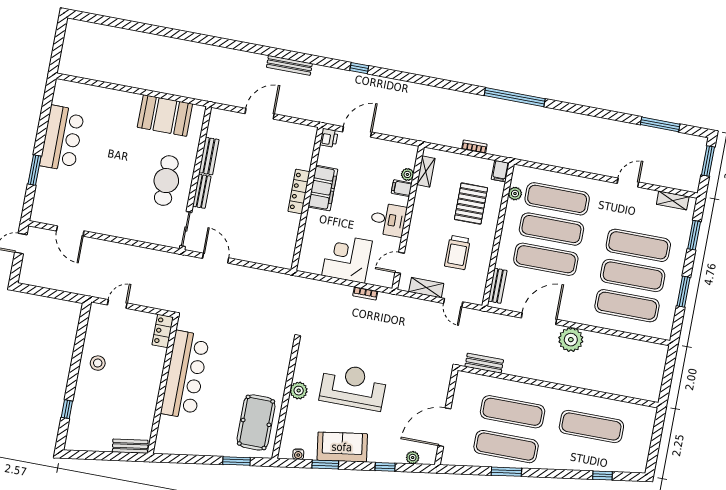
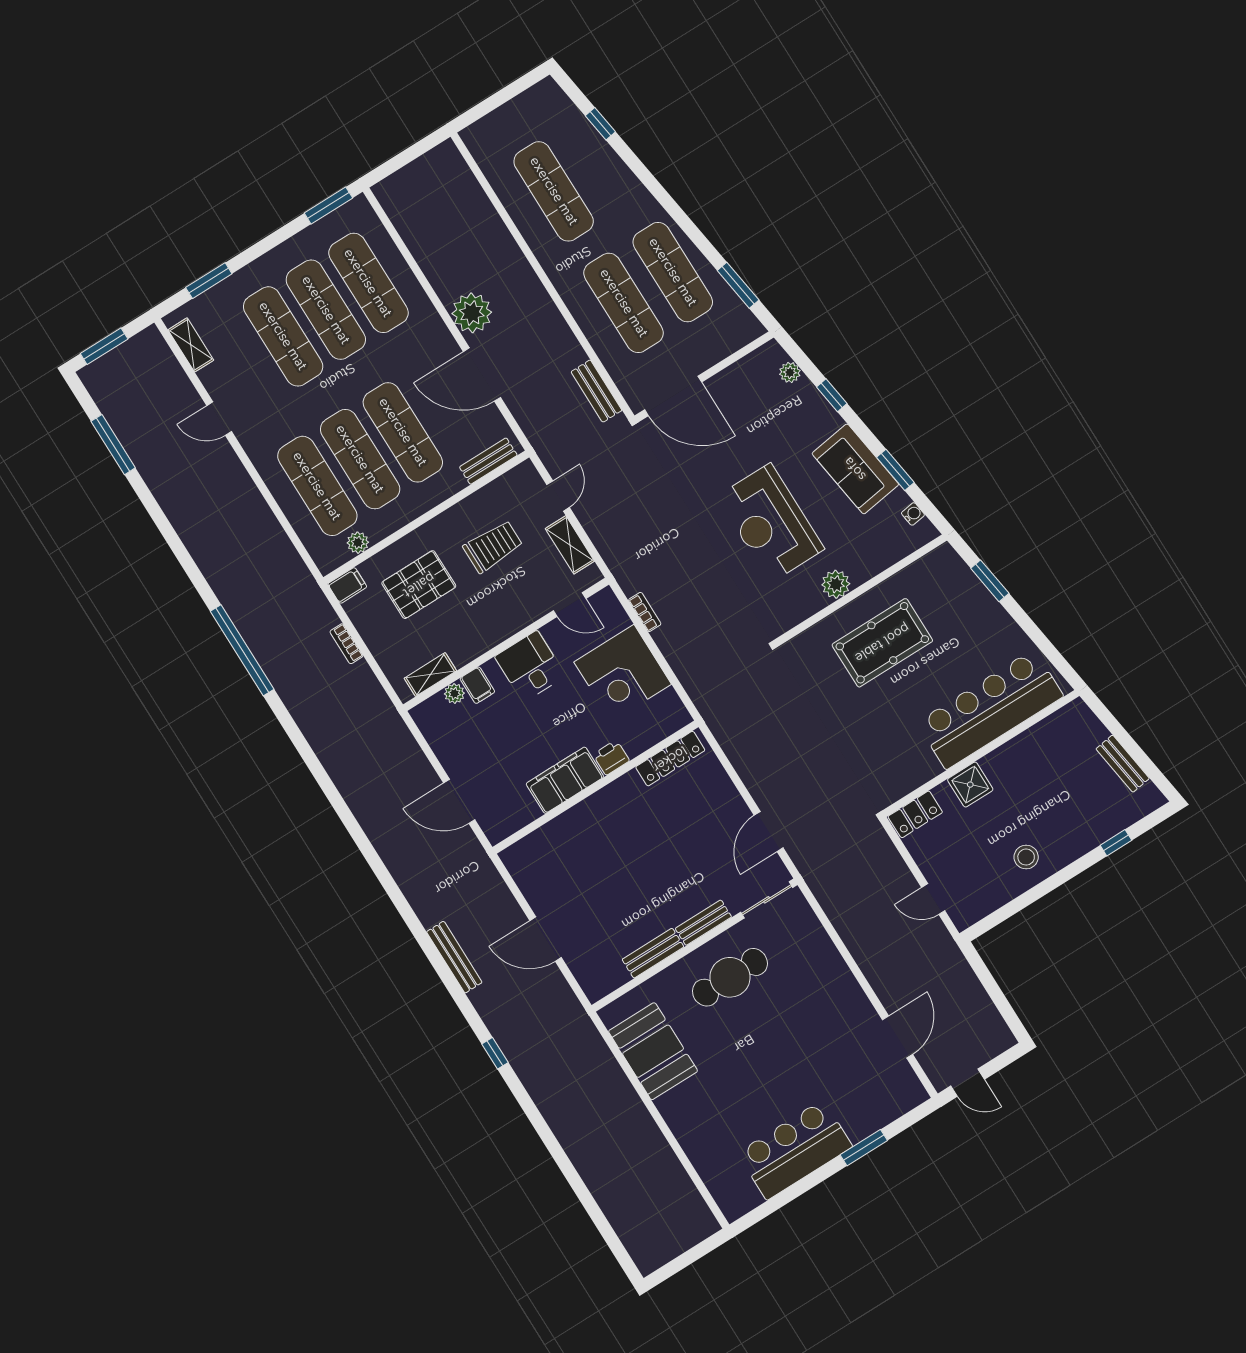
window: (359, 68) -> (495, 1053), moved
printer: (329, 138) -> (611, 758), moved
locker: (299, 192) -> (670, 759), moved
window: (684, 292) -> (328, 206), moved
shower: (153, 368) -> (970, 785), added
bar counter: (185, 375) -> (990, 709), moved
pool table: (256, 422) -> (882, 643), moved
door: (444, 427) -> (673, 396), moved
bench: (130, 446) -> (1123, 764), moved
window: (506, 472) -> (738, 285), moved

